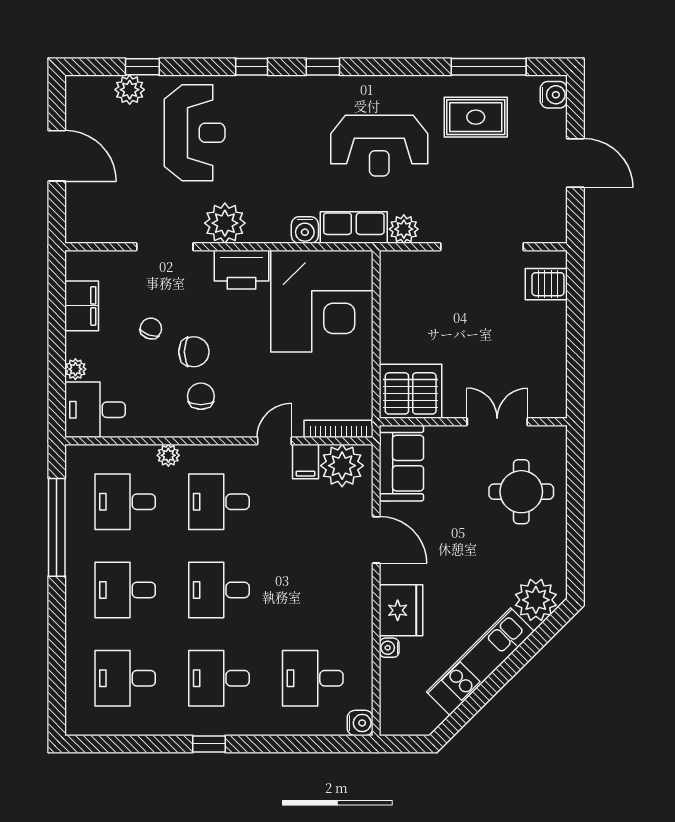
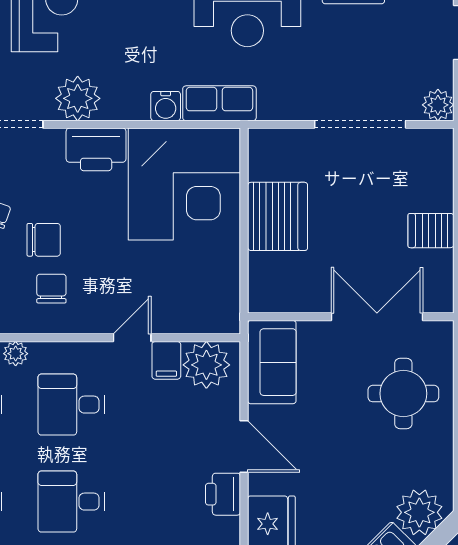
plant: (404, 229) -> (438, 105), moved
server rack: (546, 284) -> (431, 231), moved
server rack: (411, 391) -> (278, 216), moved, turned 90
double door: (497, 422) -> (377, 317), width x1.37
bookcase: (338, 429) -> (203, 324), removed
printer: (357, 583) -> (223, 494), added

